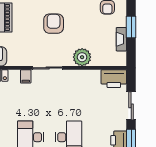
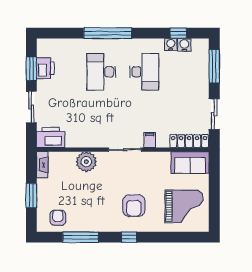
armchair: (54, 24) -> (134, 206), moved
fireplace: (121, 39) -> (42, 165), moved

